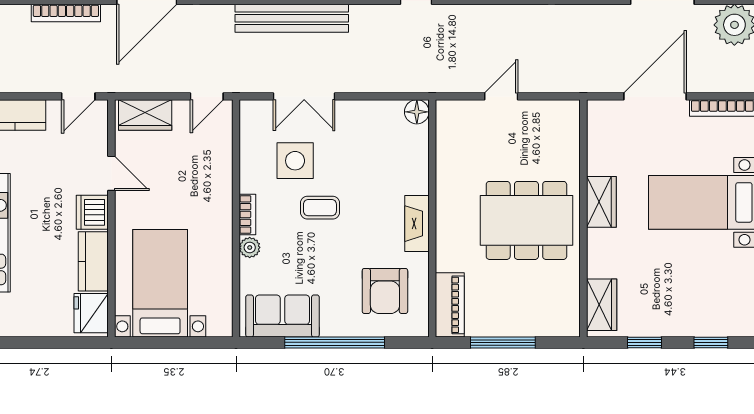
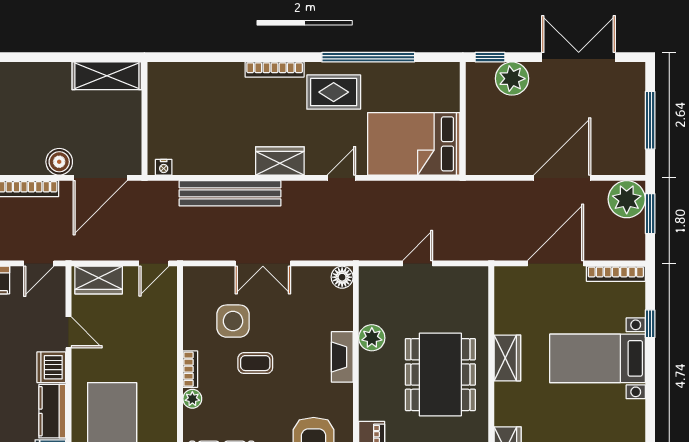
double door: (304, 96) -> (263, 263), moved
plant: (450, 179) -> (372, 338), added
dining table: (526, 220) -> (440, 375), turned 90
fireplace: (417, 224) -> (342, 357), moved

